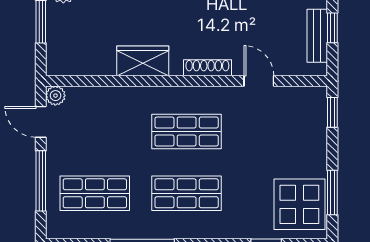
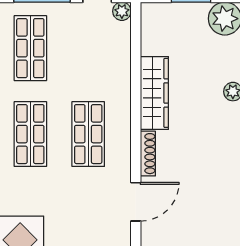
wardrobe: (143, 61) -> (154, 93), width x1.50
door: (259, 81) -> (136, 202), width x1.38

